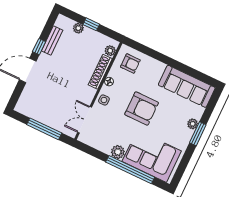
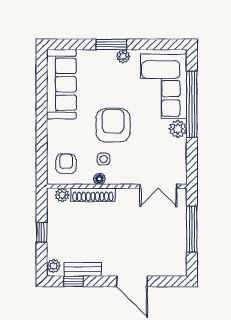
plant: (78, 28) -> (54, 266), moved
window: (39, 47) -> (74, 281), moved
side table: (104, 100) -> (104, 159), moved
plant: (193, 124) -> (123, 56), moved

